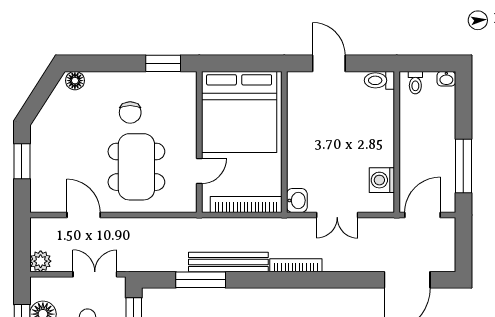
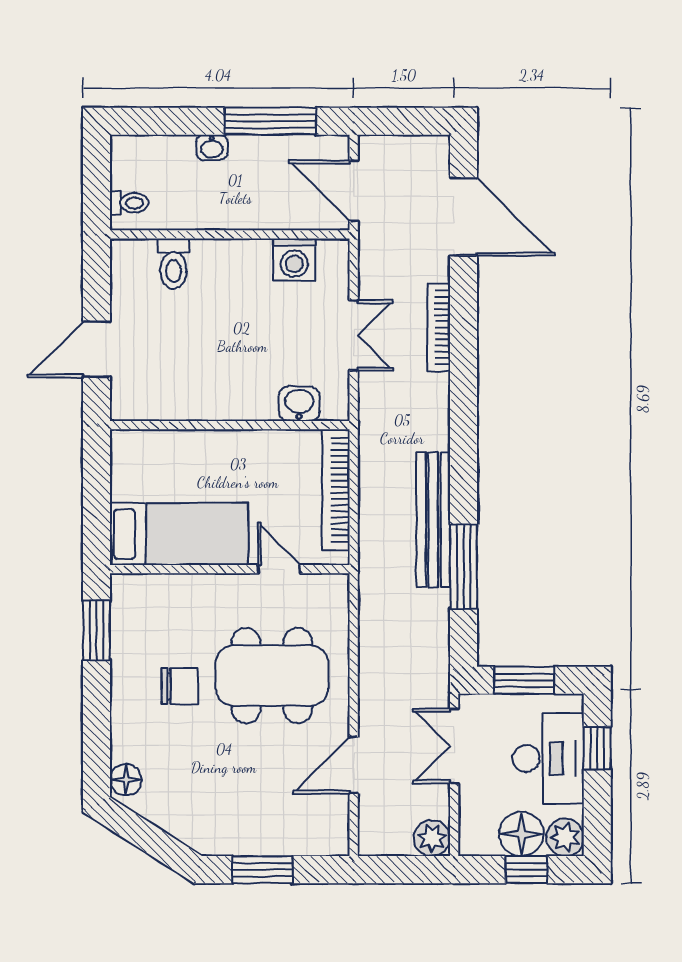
washbasin: (446, 79) -> (212, 147), moved, turned 90
toilet: (379, 80) -> (174, 264), moved
bed: (239, 112) -> (179, 534), width x0.49
washbasin: (297, 200) -> (299, 404), moved
bookcase: (296, 265) -> (439, 327), moved

